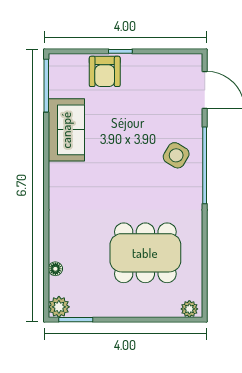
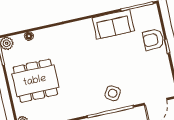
dining table: (145, 253) -> (35, 81), moved, turned 90

